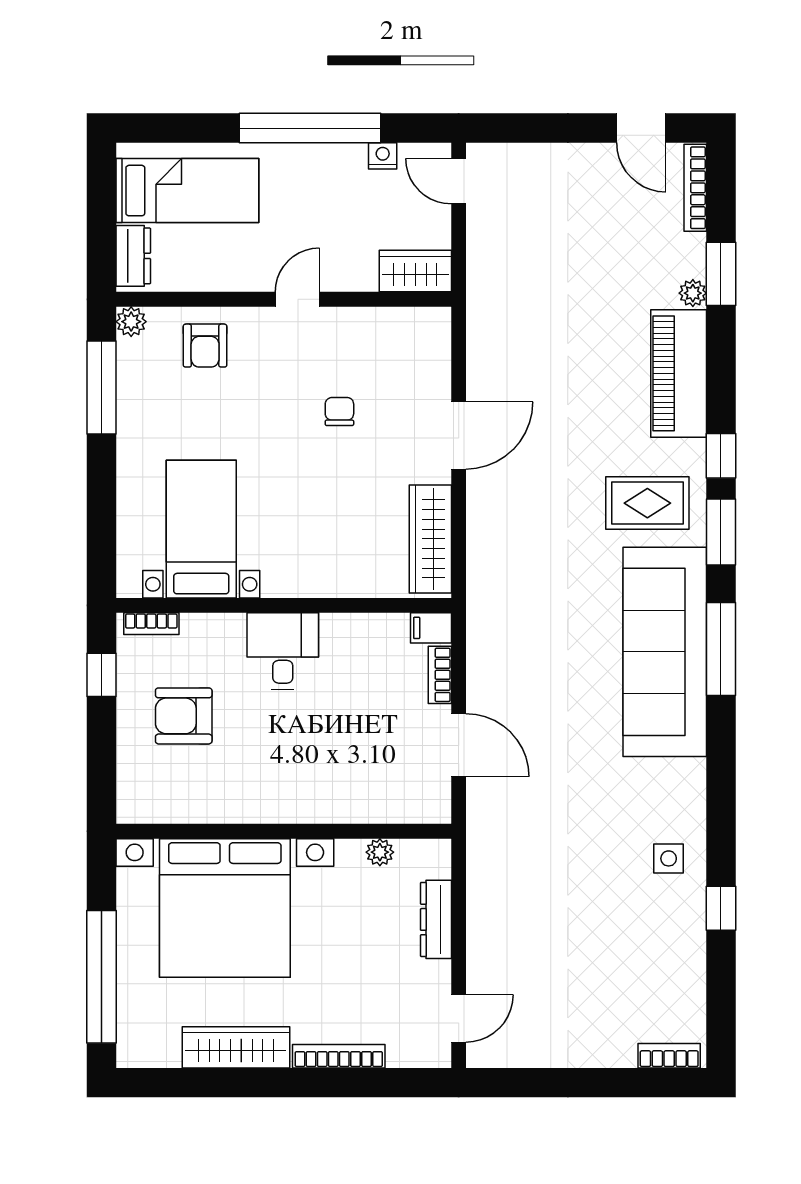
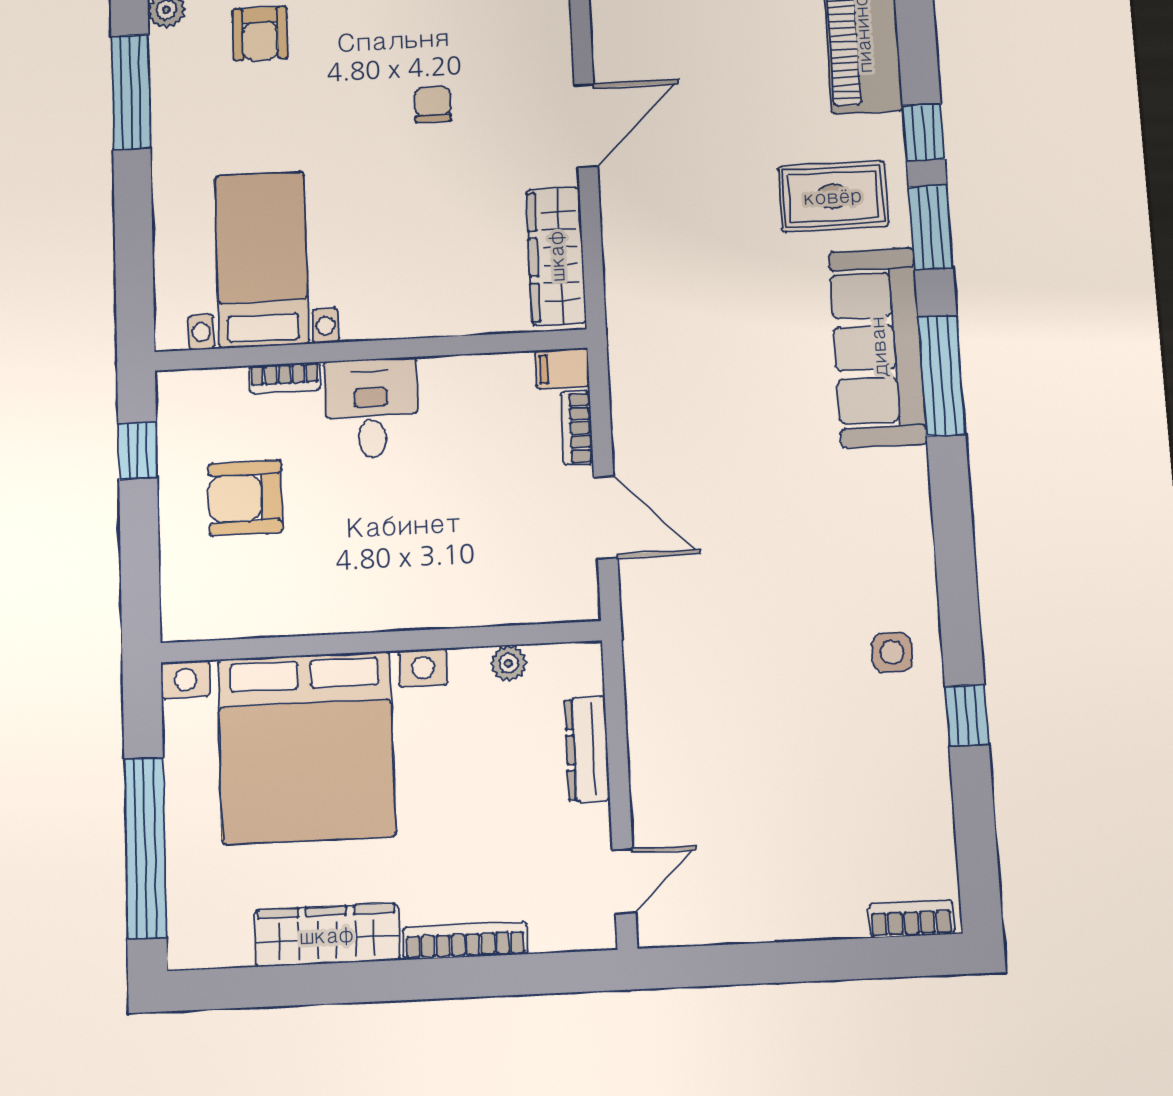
bookcase: (151, 624) -> (285, 378), moved
sofa: (665, 652) -> (878, 347), width x0.74, depth x0.79

